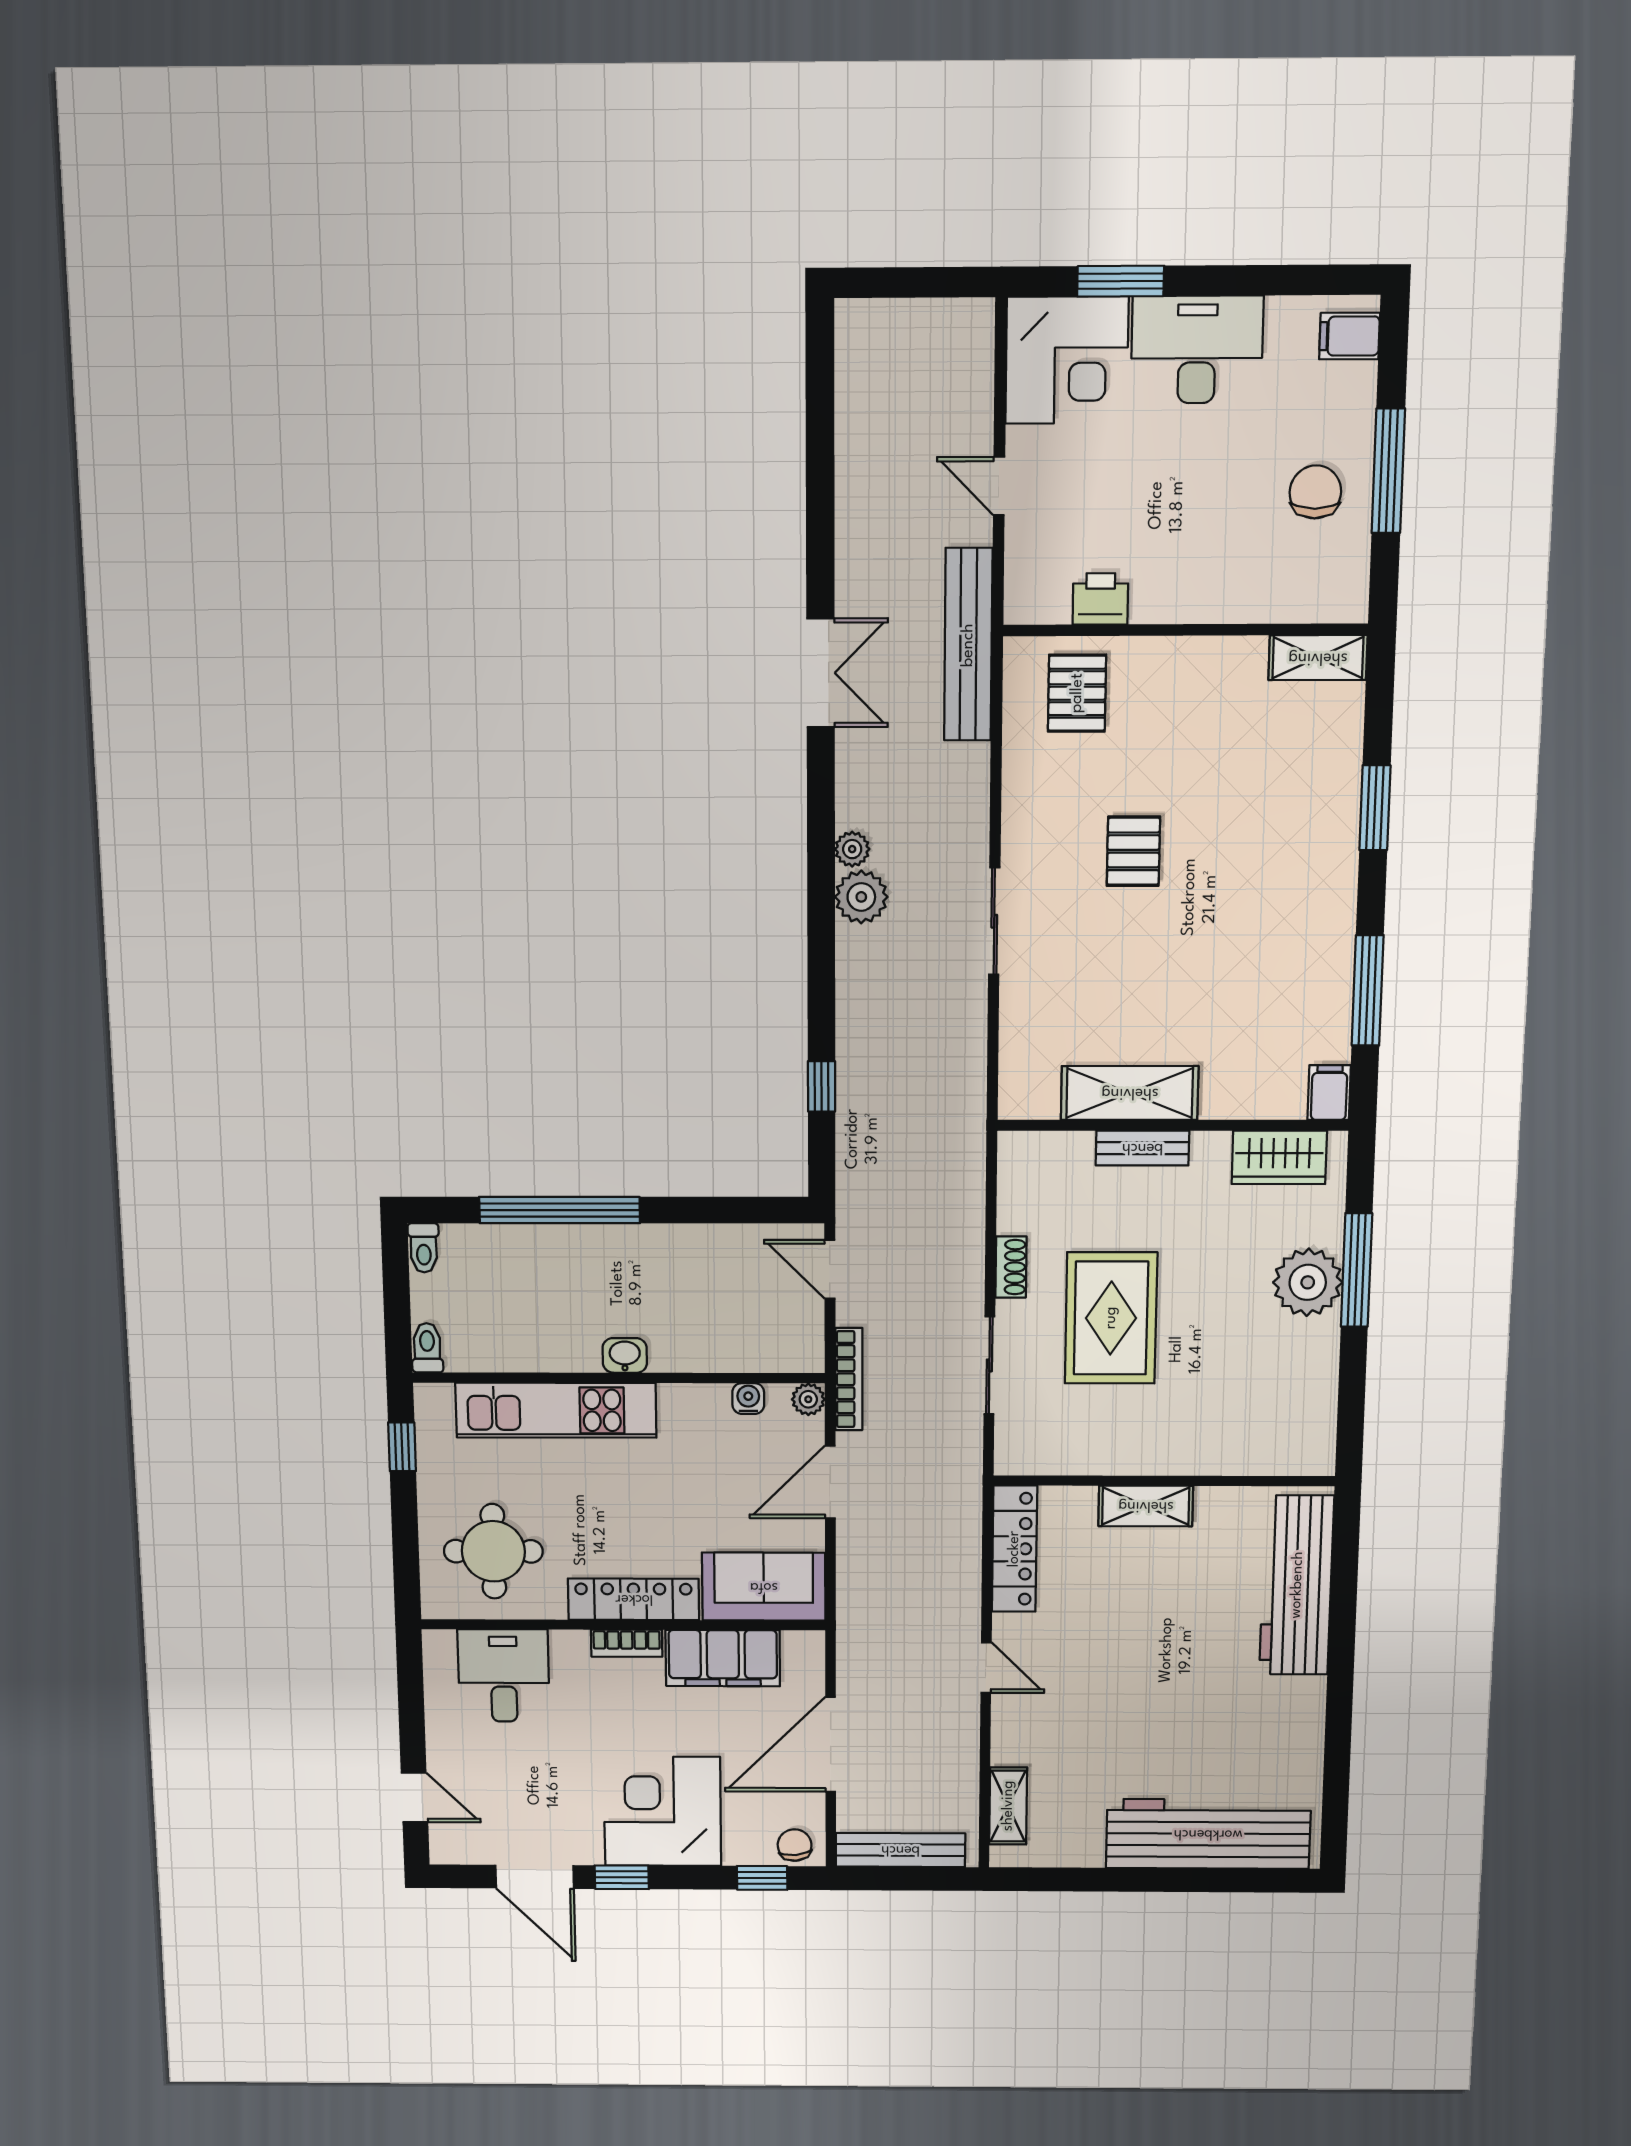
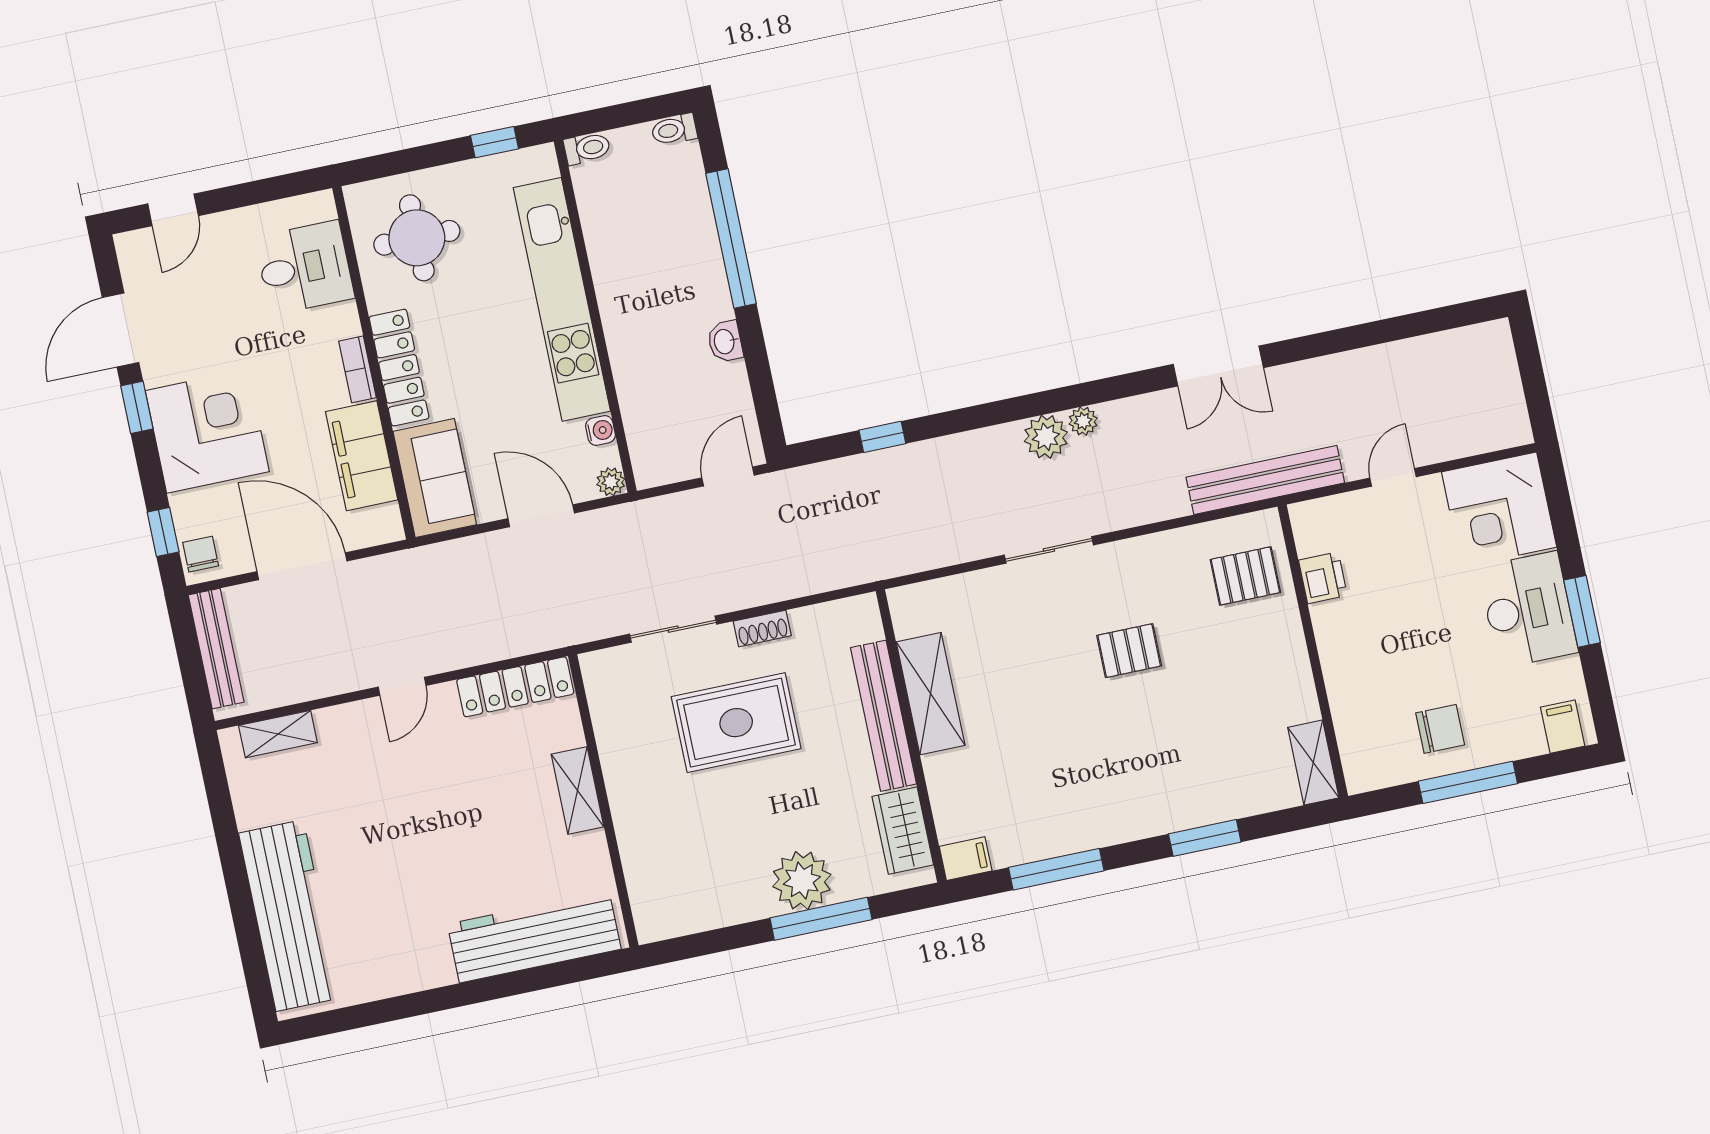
window: (1121, 281) -> (1582, 611), moved
bench: (1142, 1148) -> (883, 716), width x1.86, depth x1.21
washbasin: (625, 1355) -> (725, 341), moved, turned 180
bookcase: (849, 1379) -> (636, 513), removed
kitchen unit: (556, 1410) -> (562, 299), width x1.36
chair: (795, 1845) -> (201, 554), turned -84

